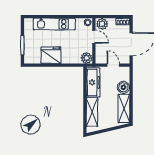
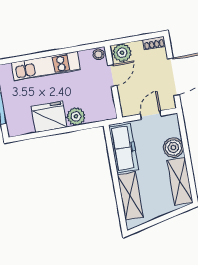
door: (94, 37) -> (112, 76), hinge flipped
plant: (87, 58) -> (76, 116), moved
door: (113, 65) -> (151, 115), hinge flipped

